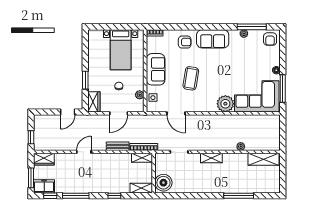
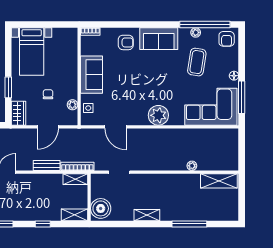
window: (252, 27) -> (205, 25), width x1.46
bed with nightstands: (121, 50) -> (32, 52), moved
coffee table: (191, 78) -> (197, 62), moved
plant: (225, 104) -> (158, 115), moved
shelving: (211, 158) -> (147, 215), moved

